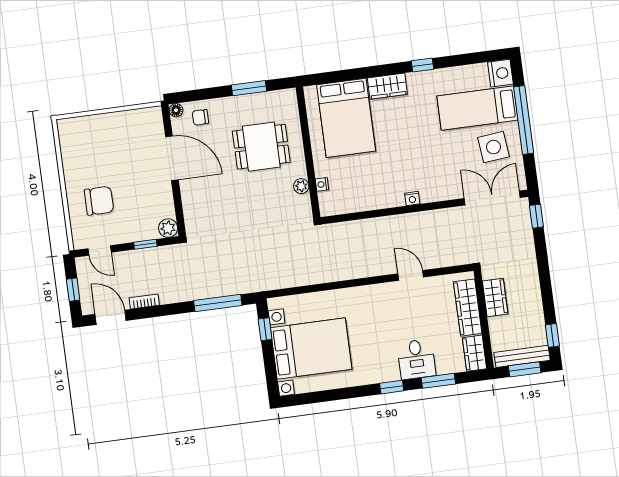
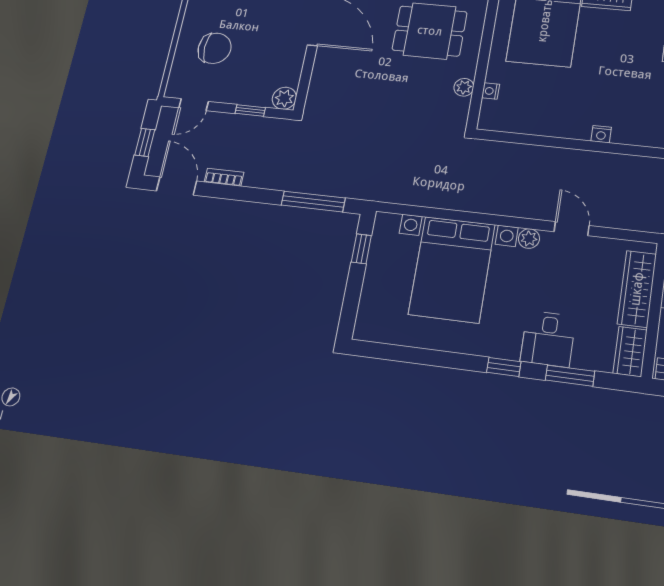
door: (100, 250) -> (194, 105), hinge flipped
plant: (383, 291) -> (529, 239), added
bed with nightstands: (311, 349) -> (452, 269), moved, turned 90

